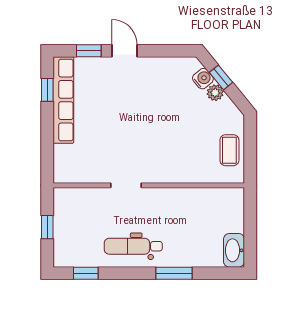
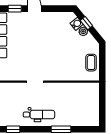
dental chair: (133, 246) -> (39, 115), turned 180
washbasin: (234, 250) -> (93, 117), removed

